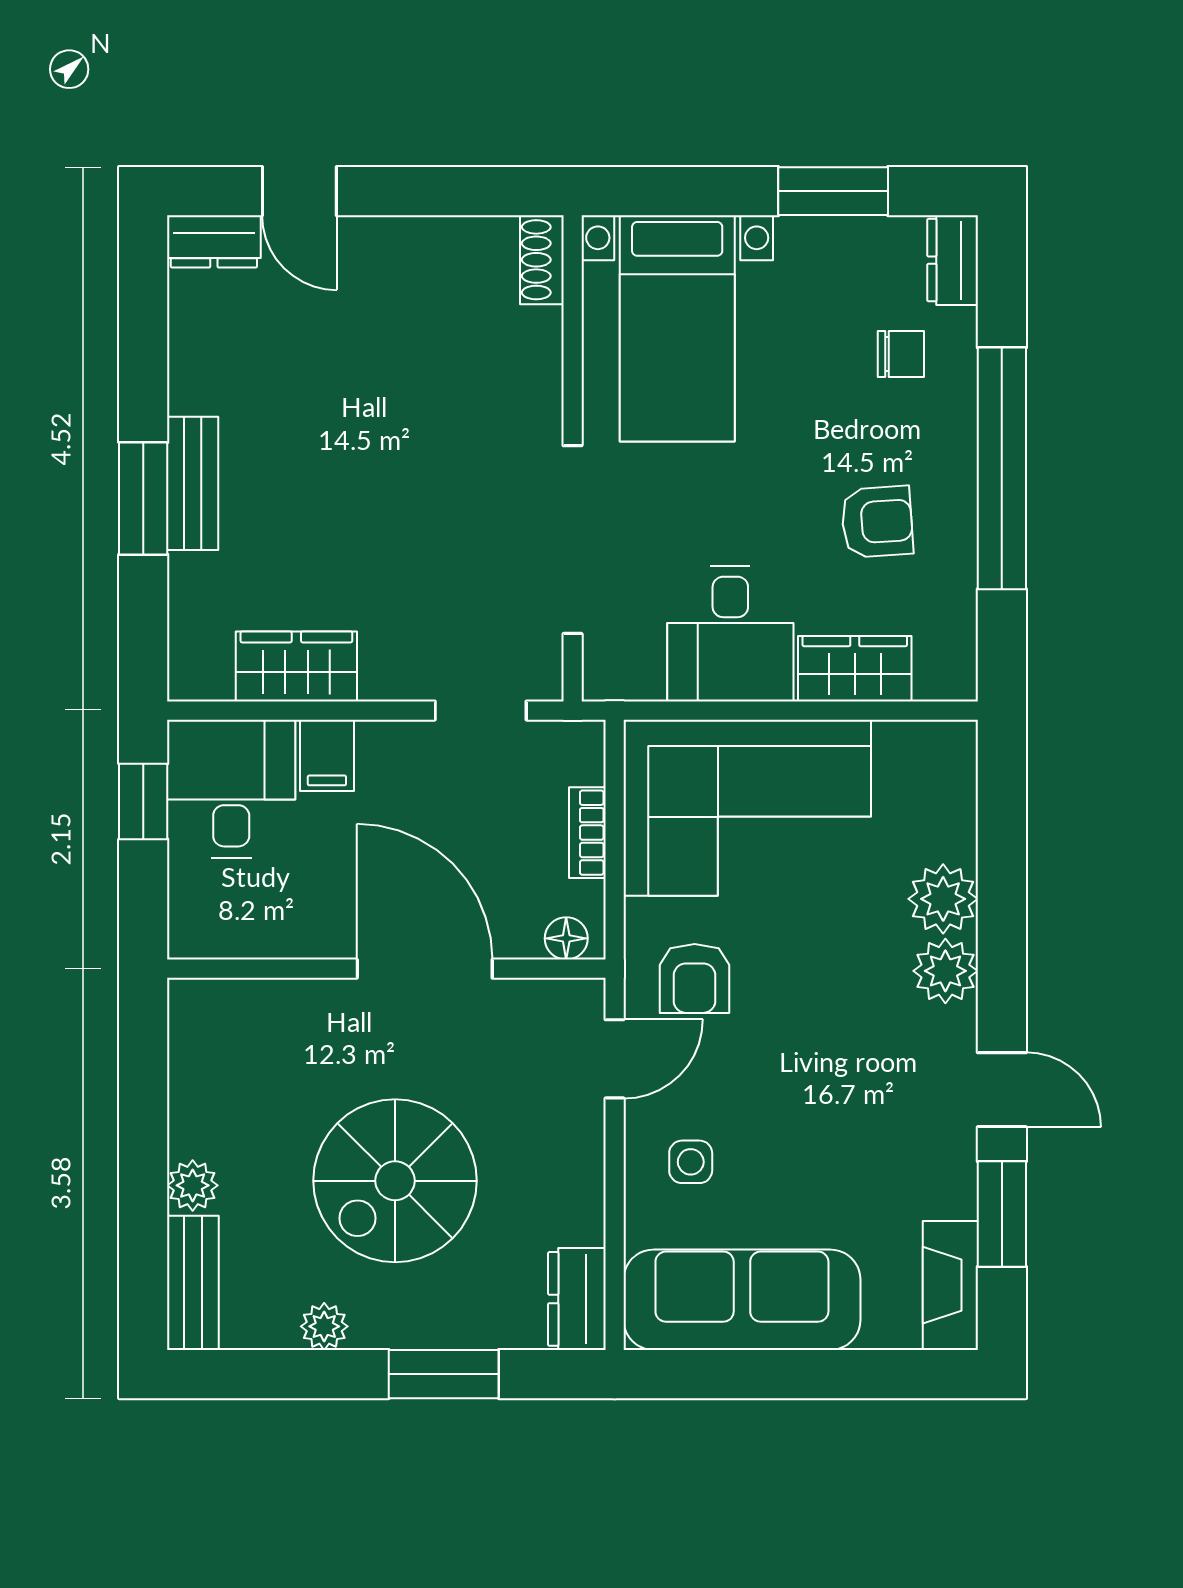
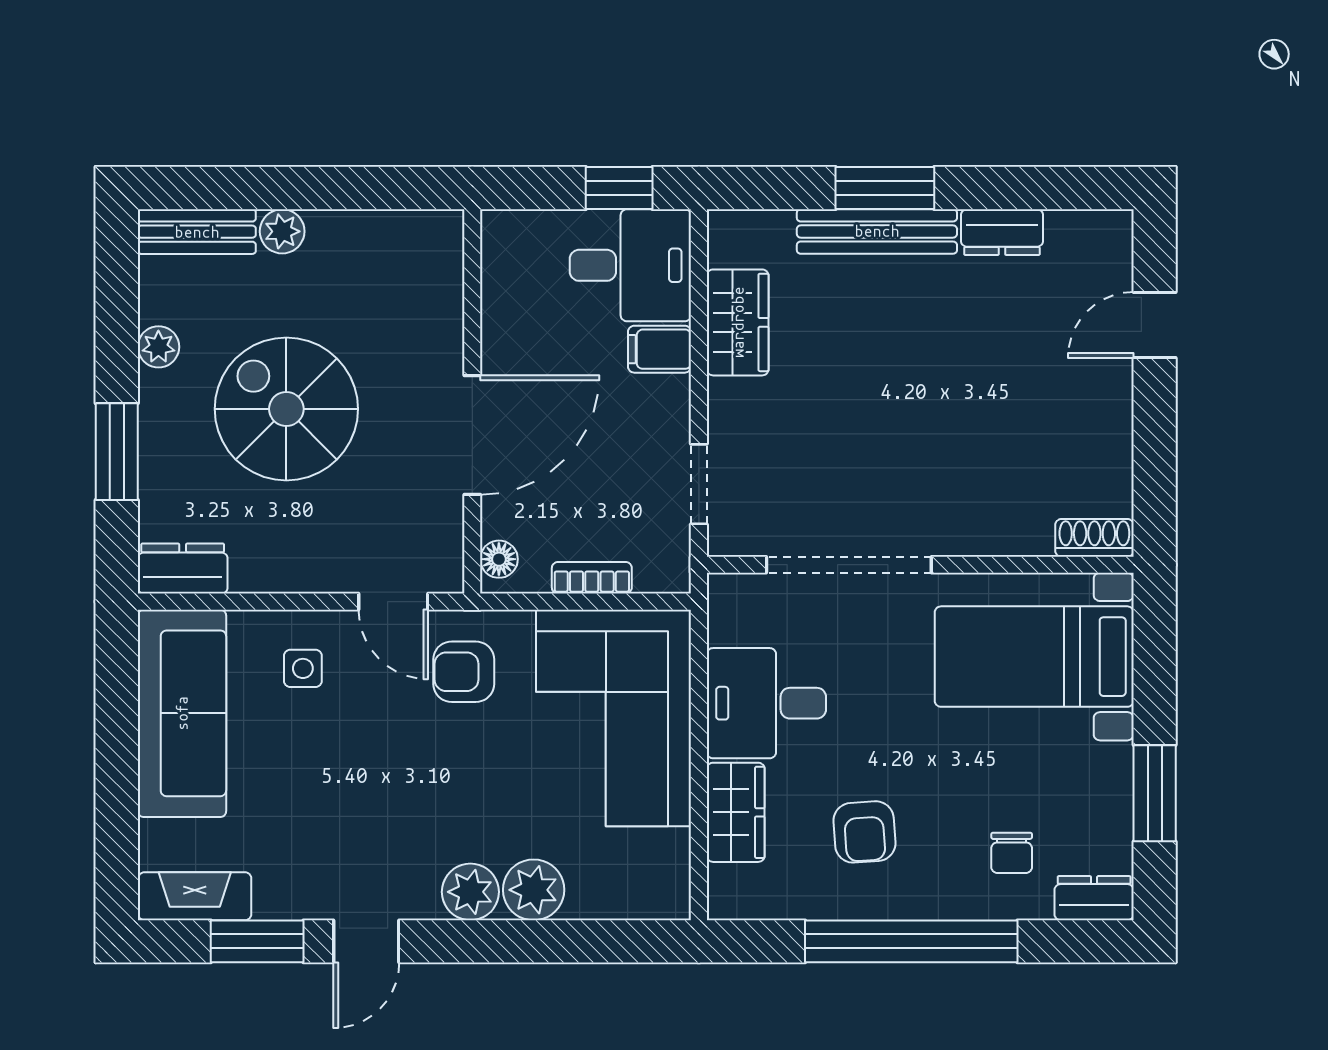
dresser: (214, 241) -> (1002, 232), moved, turned -90
bench: (193, 483) -> (877, 231), width x1.36

